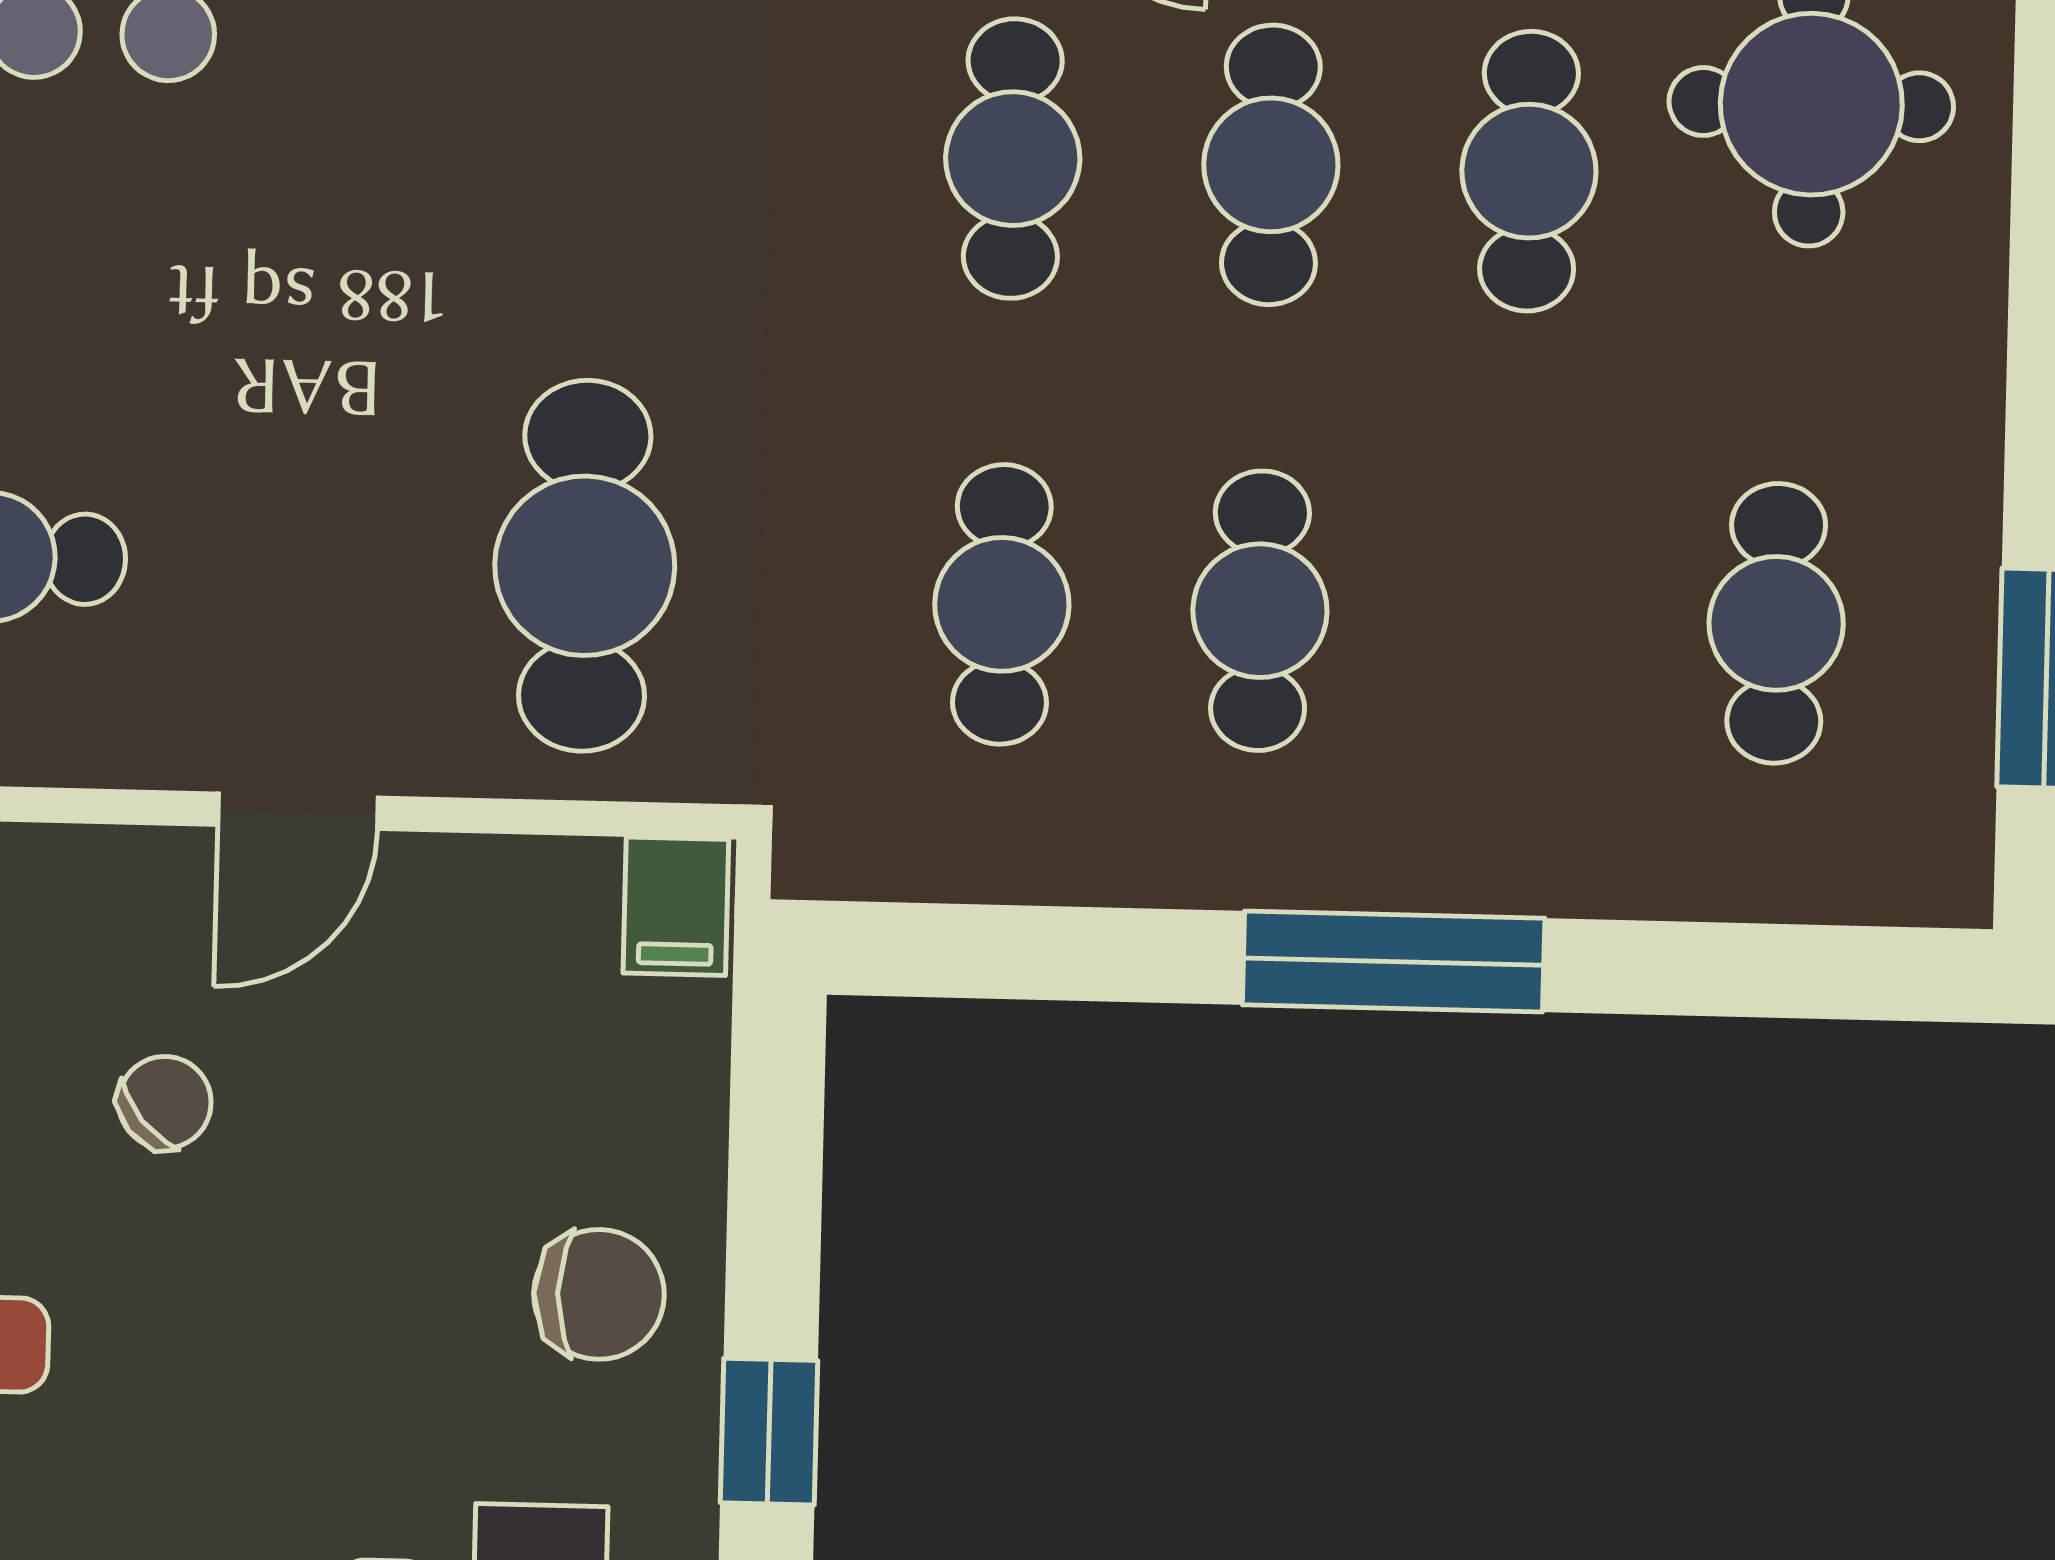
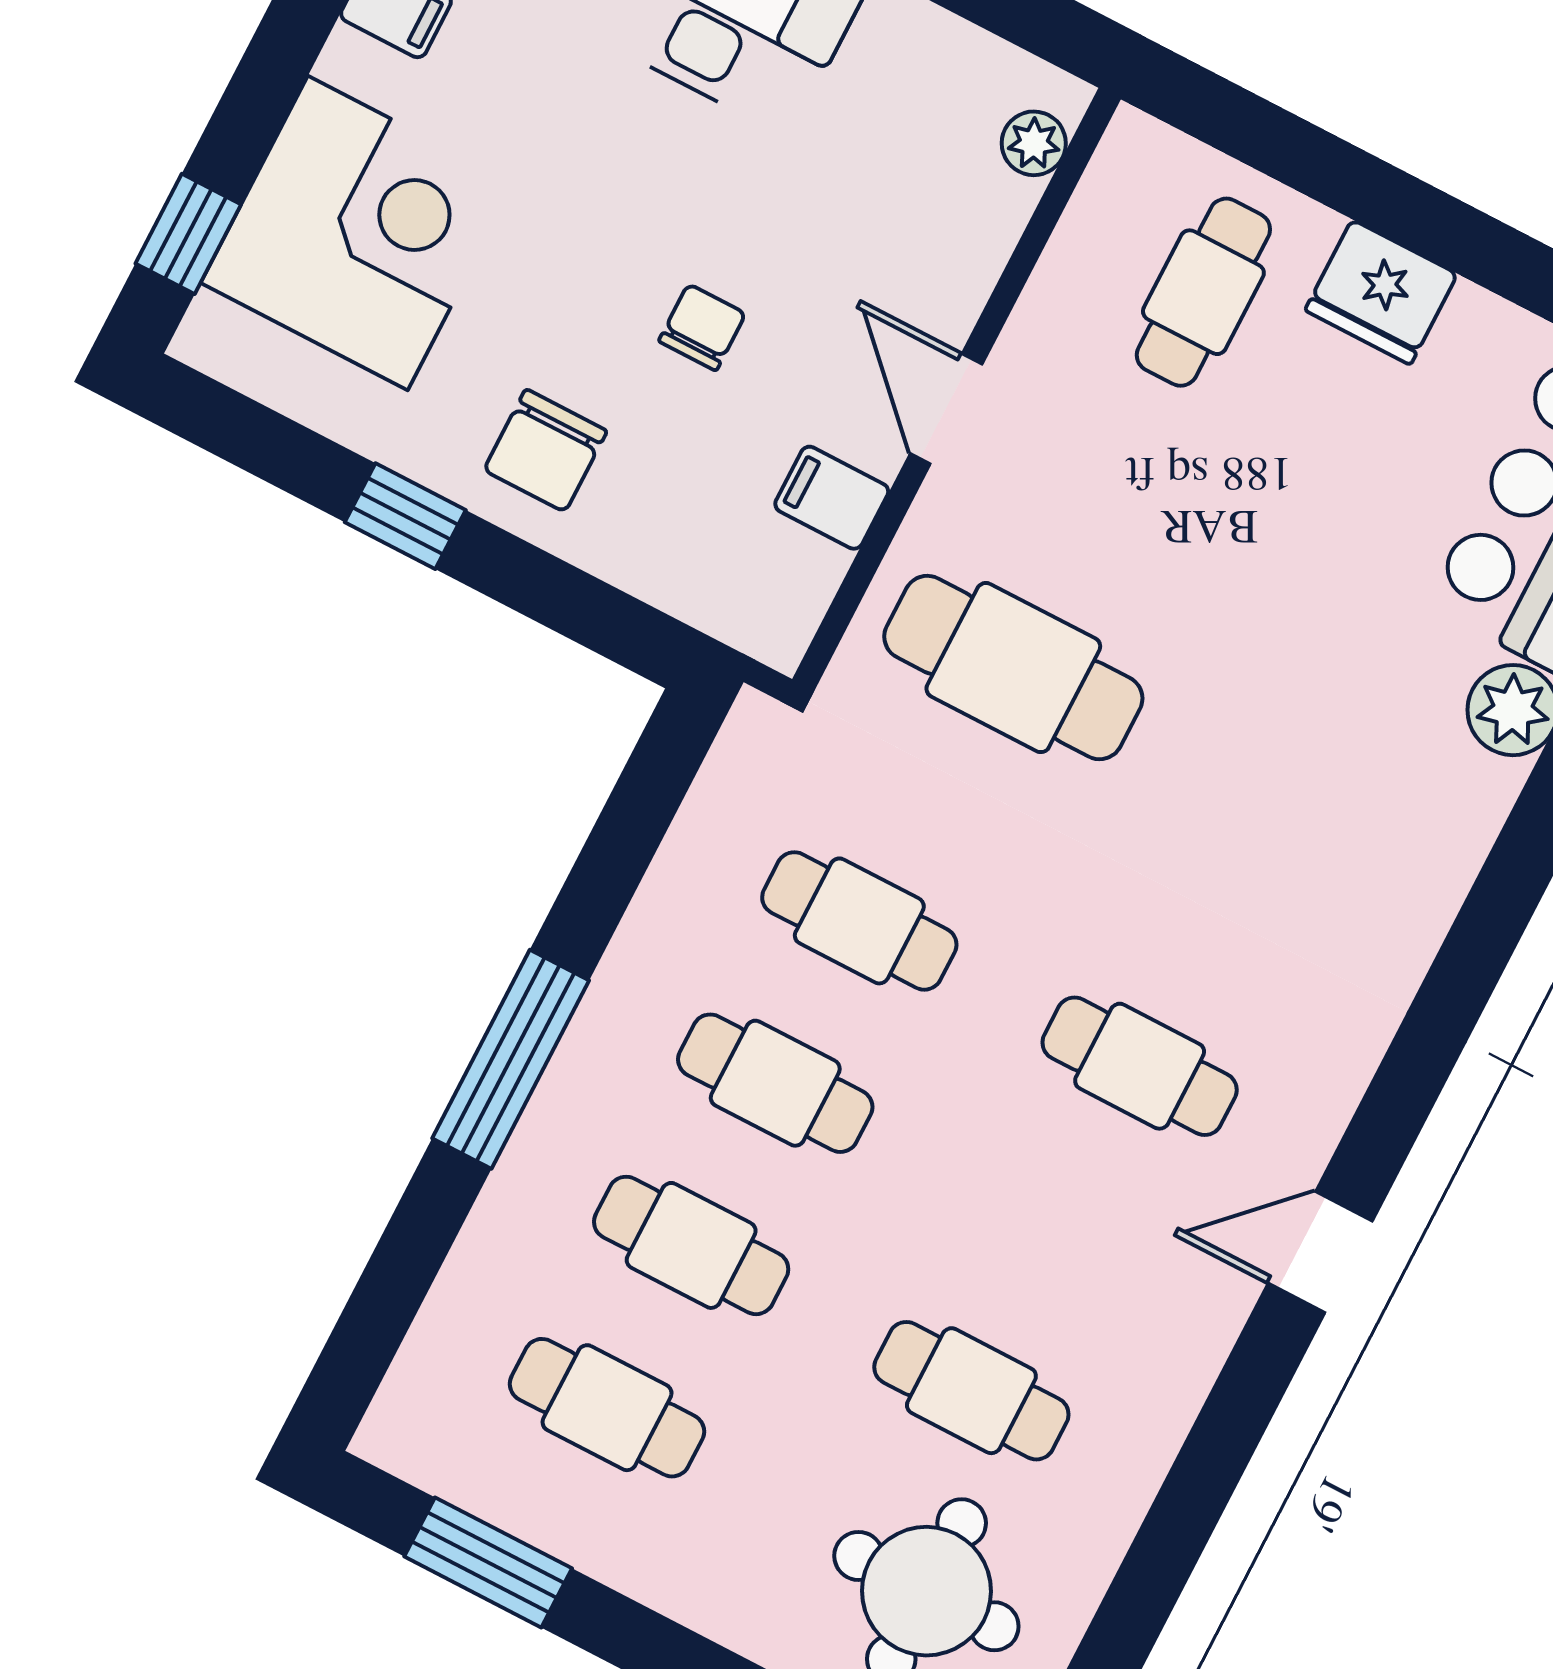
cafe table: (1271, 165) -> (691, 1245), moved
filing cabinet: (676, 906) -> (832, 498), moved
chair: (165, 1102) -> (702, 327), moved, turned -140

